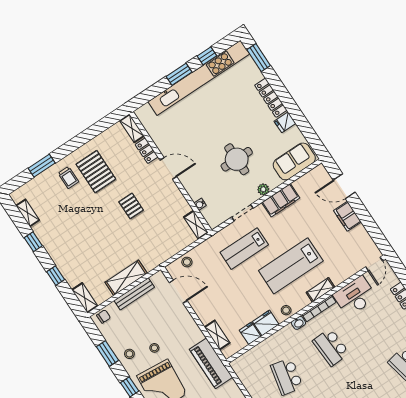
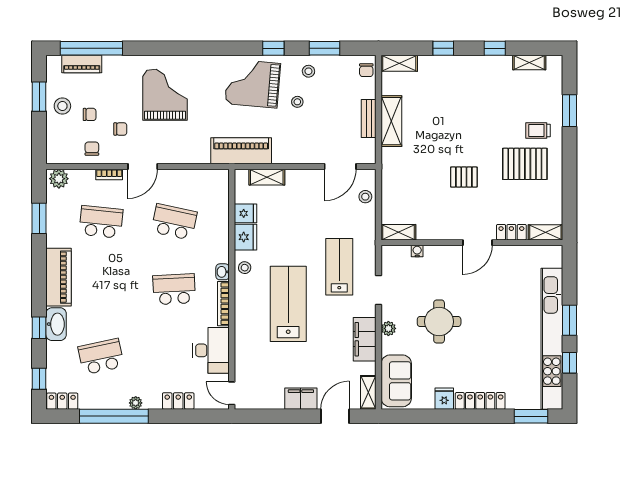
shelving: (320, 290) -> (368, 392), moved
bench: (134, 294) -> (369, 118), width x0.73

